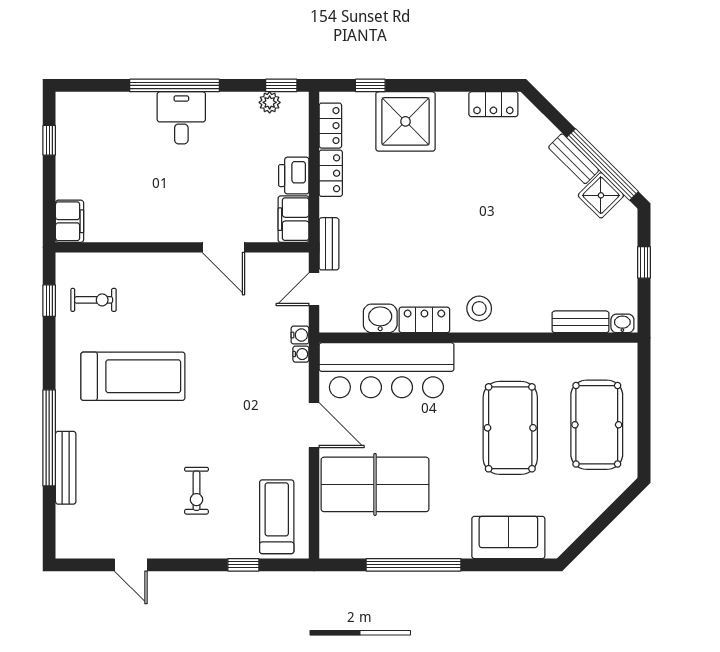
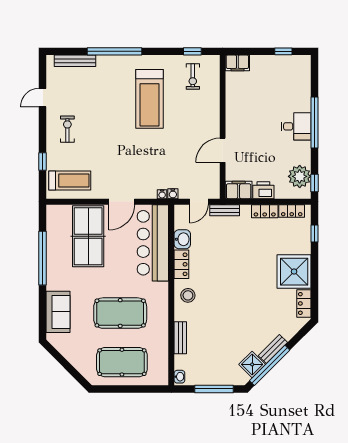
plant: (270, 102) -> (300, 176), width x1.88, depth x1.88
shower: (405, 121) -> (294, 272), moved
window: (644, 262) -> (214, 389), width x2.17
door: (314, 289) -> (199, 202), swing flipped
bench: (581, 322) -> (180, 338), moved
bench: (66, 468) -> (75, 61), moved
exercise bike: (196, 491) -> (67, 129), moved, turned 90

